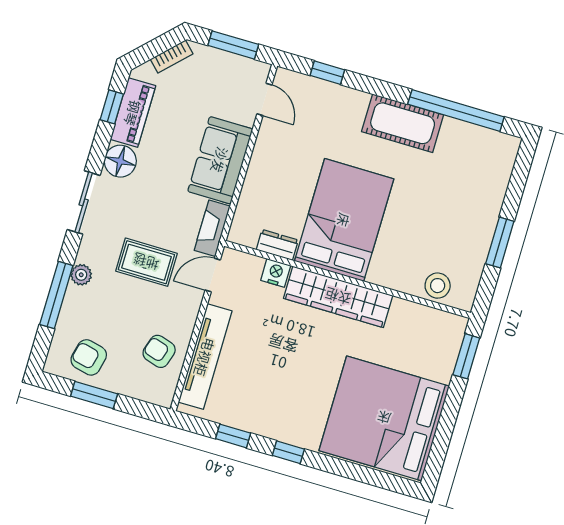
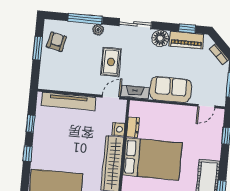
door: (213, 275) -> (111, 97), hinge flipped
armchair: (159, 351) -> (67, 77), removed

